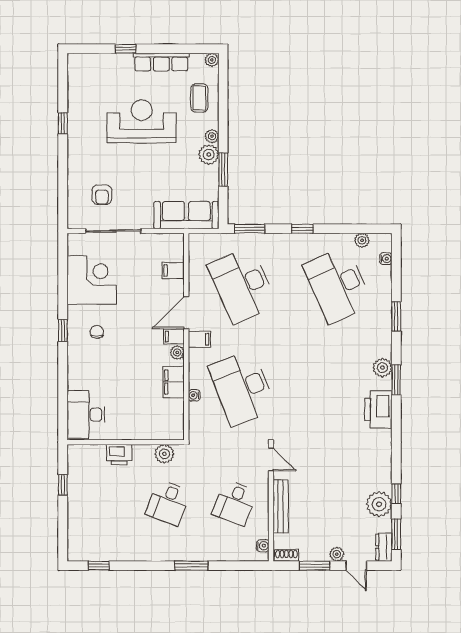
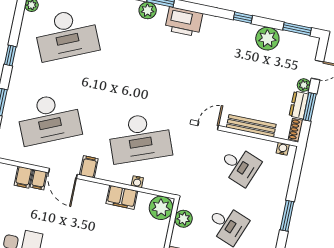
filing cabinet: (174, 336) -> (39, 180), moved
plant: (177, 352) -> (161, 208), moved, width x1.88, depth x1.88
window: (396, 494) -> (243, 18), moved
dresser: (384, 547) -> (299, 105), moved, turned 90

